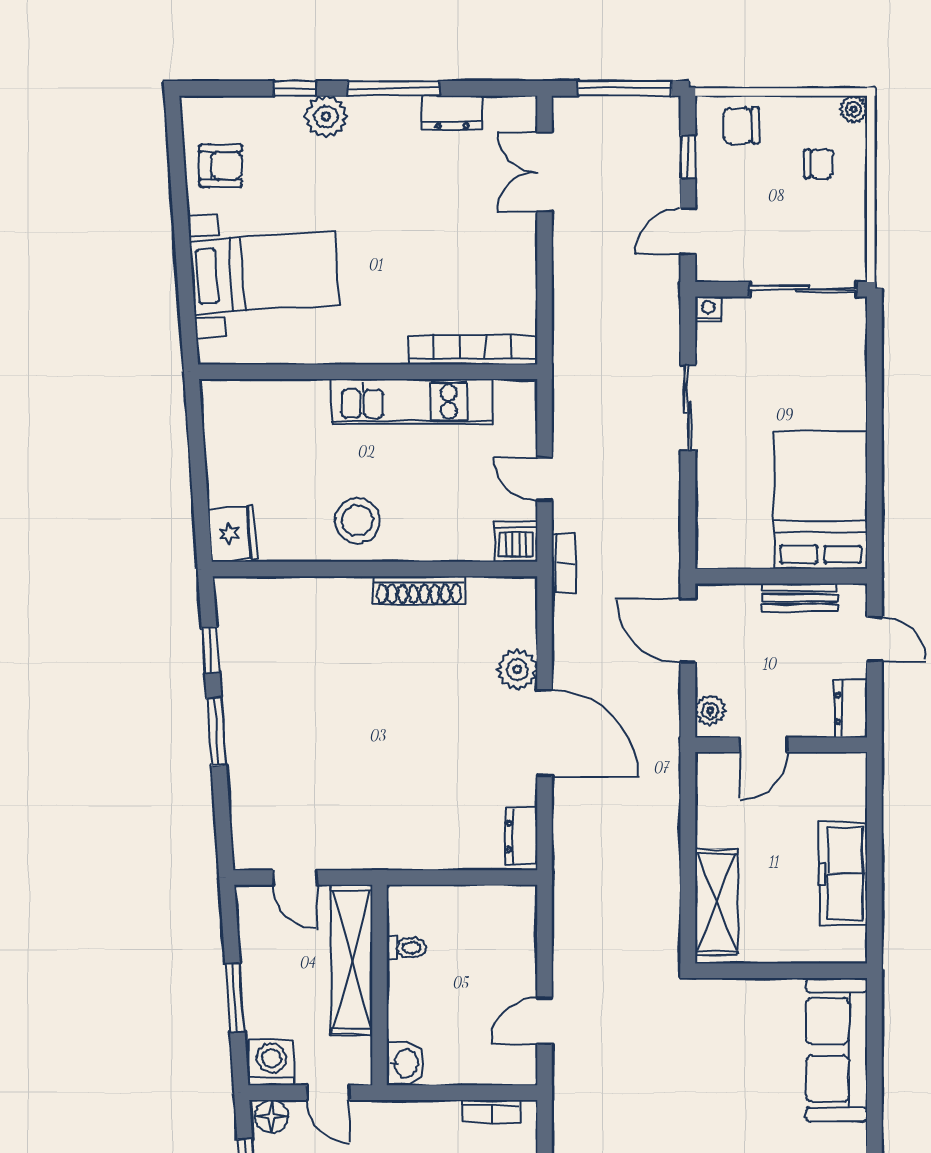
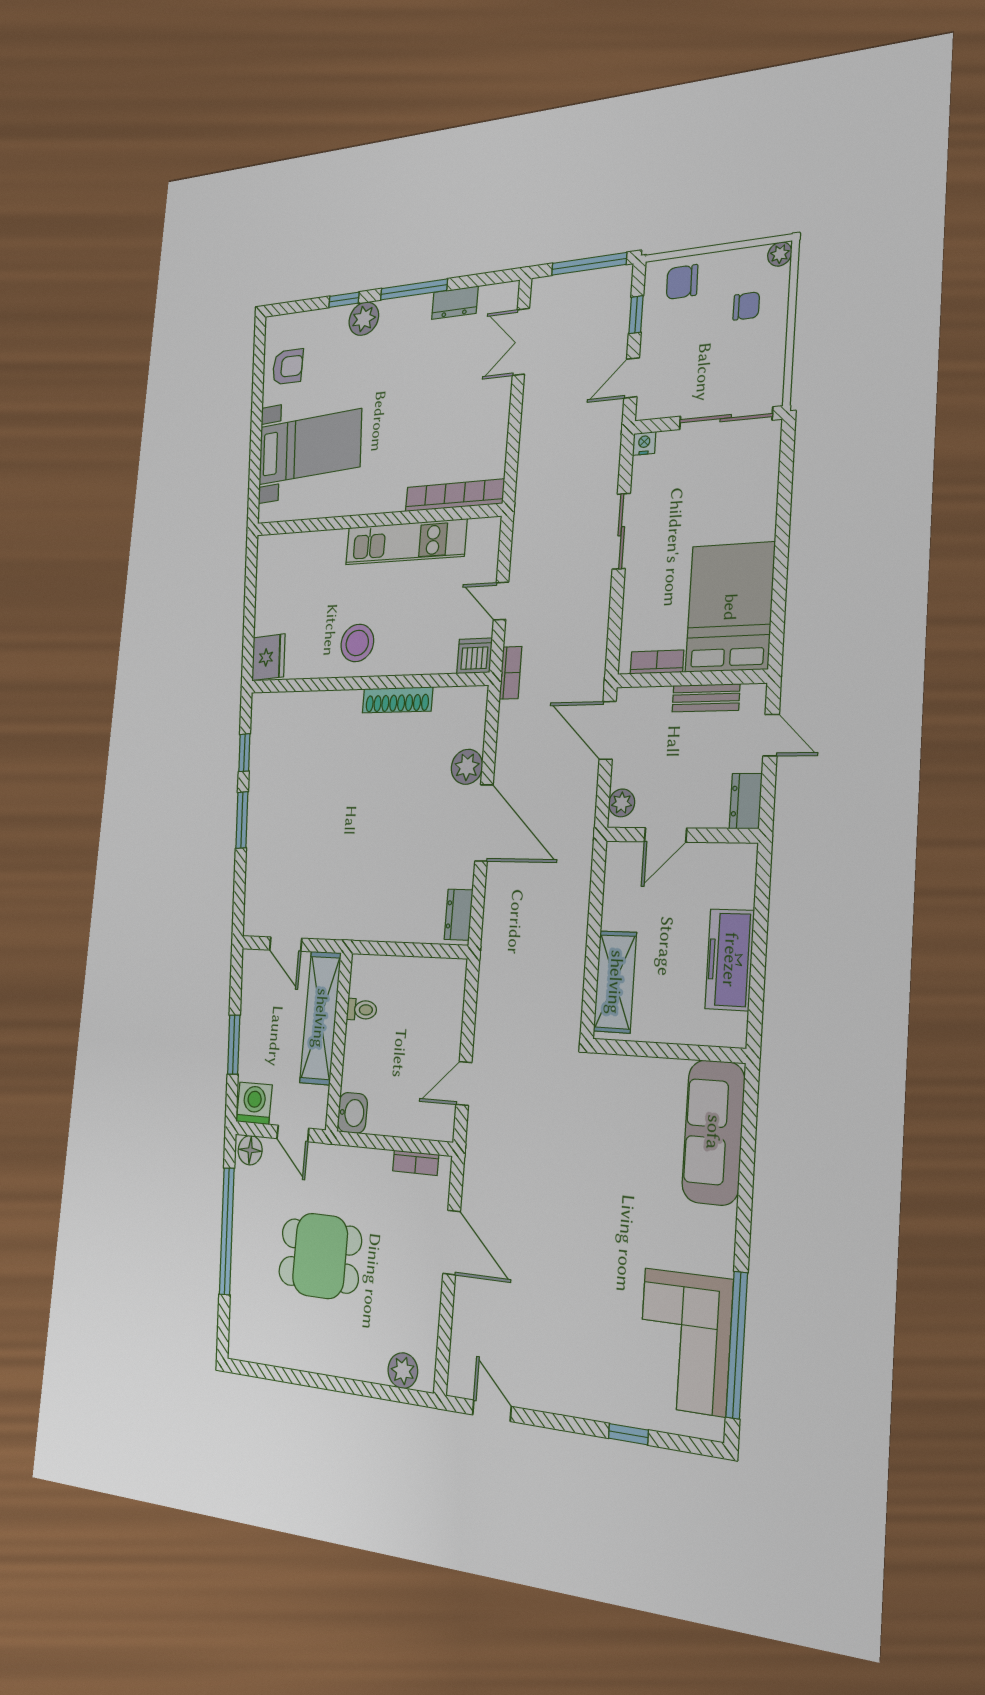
bookcase: (741, 557) -> (657, 662), added

